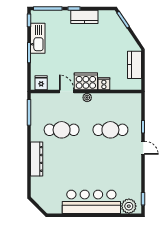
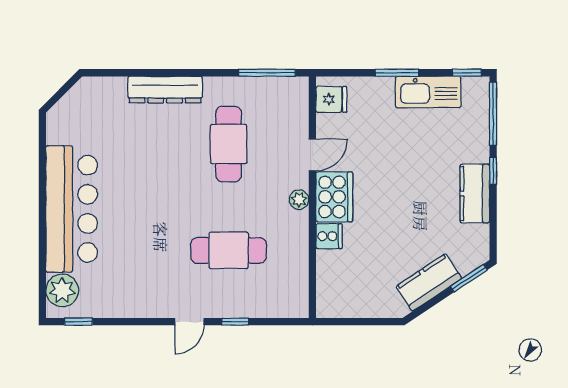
kitchen counter: (135, 65) -> (429, 282), moved, turned -34
cafe table: (110, 130) -> (229, 250), turned 90

